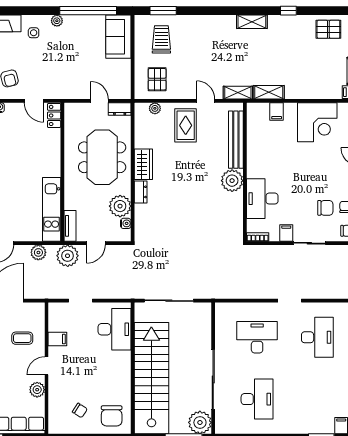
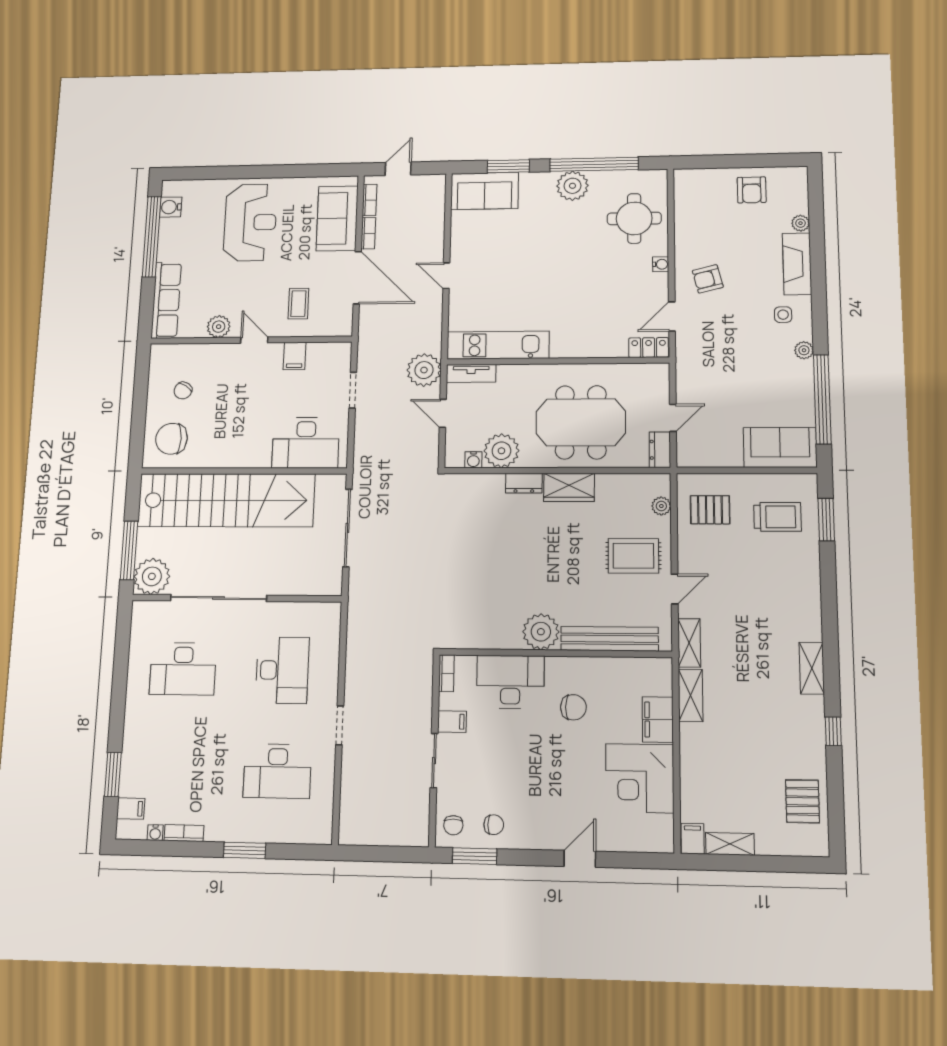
filing cabinet: (277, 111) -> (658, 720), width x2.00
chair: (325, 208) -> (573, 707), moved, turned -90
plant: (38, 252) -> (430, 326), removed

